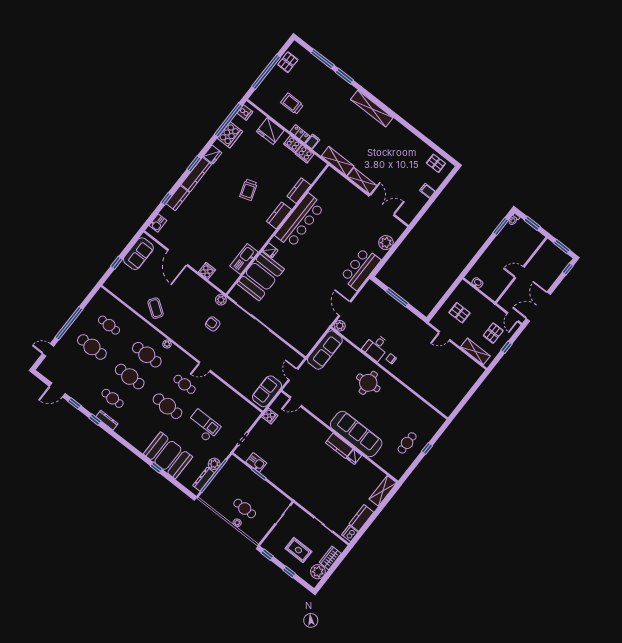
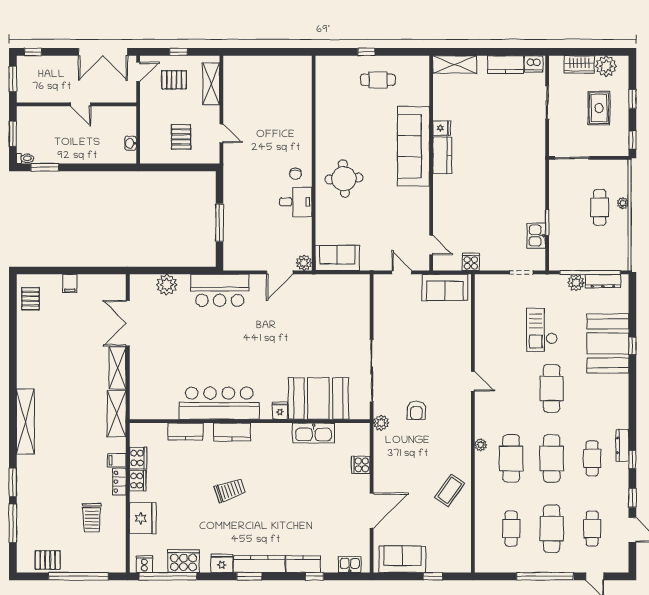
sofa: (325, 350) -> (337, 258), width x0.73
door: (293, 374) -> (402, 272), swing flipped
cafe table: (185, 384) -> (592, 529), moved

